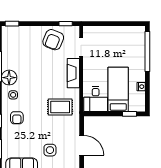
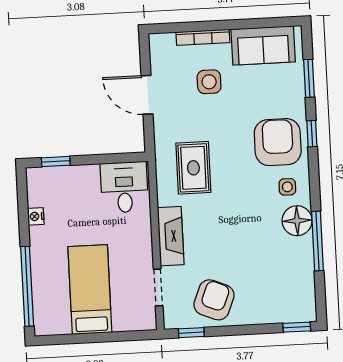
bed: (118, 89) -> (90, 290), moved, turned 180
rug: (60, 107) -> (193, 168), turned 90
armchair: (17, 118) -> (278, 142), width x1.88, depth x1.88

